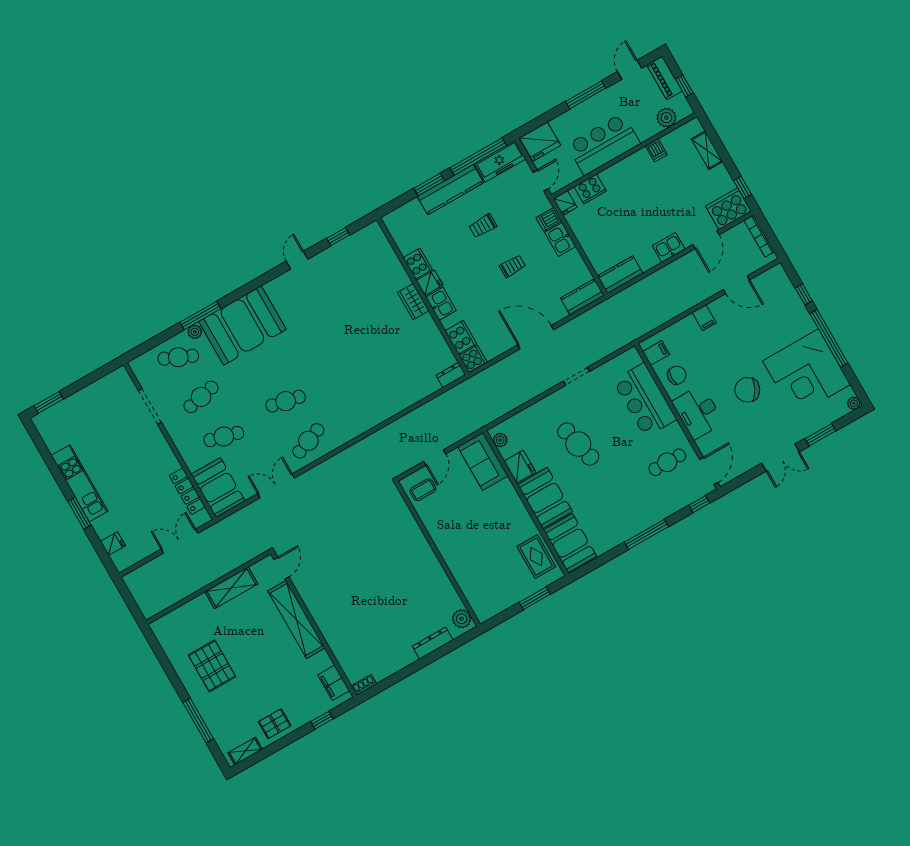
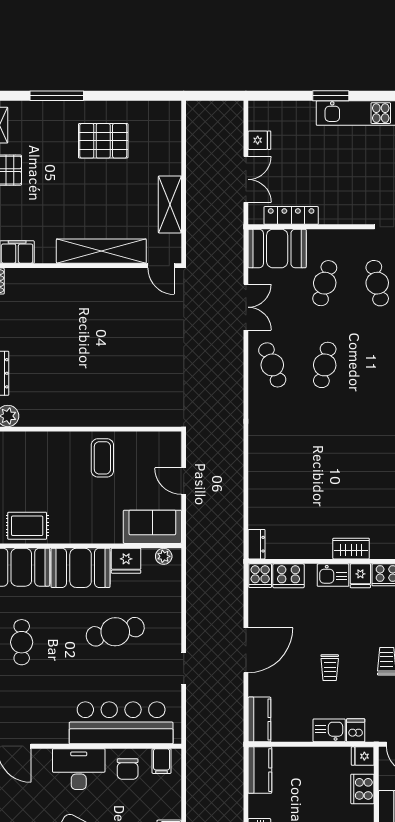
bar counter: (645, 400) -> (121, 723), width x1.36
cafe table: (667, 462) -> (22, 642), moved
coffee table: (423, 490) -> (102, 458), moved, width x1.36, depth x1.30
fridge: (113, 544) -> (259, 140), moved, turned -90

